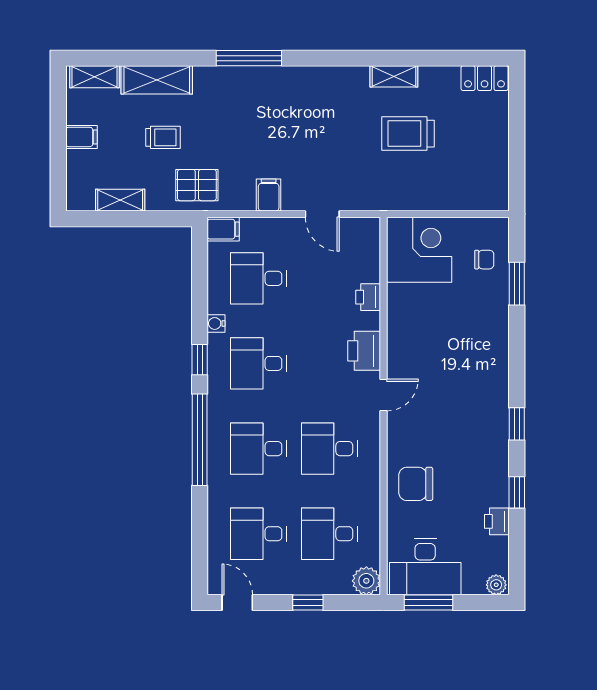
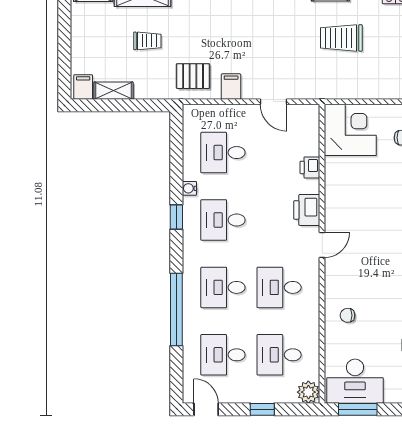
filing cabinet: (81, 137) -> (83, 87), moved, turned -90
pallet: (197, 185) -> (193, 76), moved
filing cabinet: (223, 229) -> (195, 114), removed
window: (200, 440) -> (176, 310), moved
chair: (416, 484) -> (348, 315), width x0.54, depth x0.54

